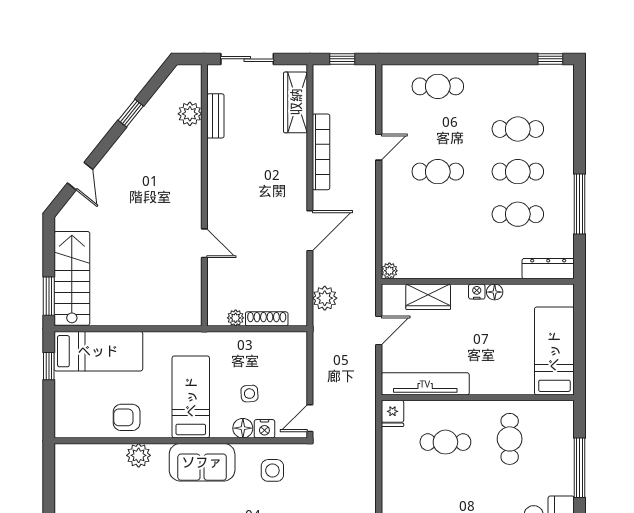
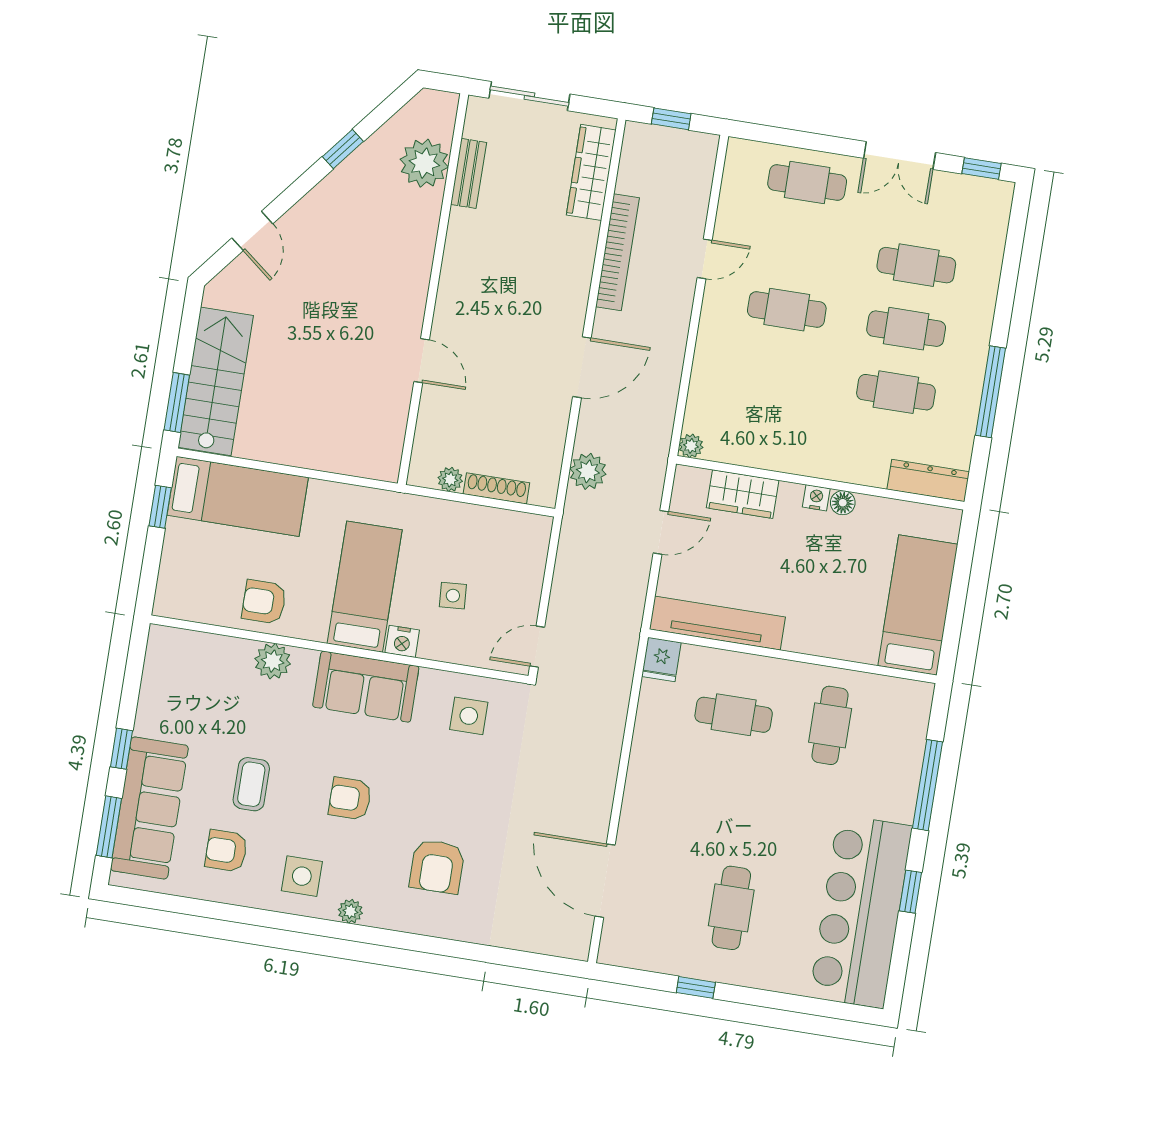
double door: (495, 59) -> (900, 155), added
plant: (190, 114) -> (424, 163), width x1.36, depth x1.36
floor lamp: (243, 428) -> (435, 646), removed
nightstand: (264, 429) -> (402, 641), moved

